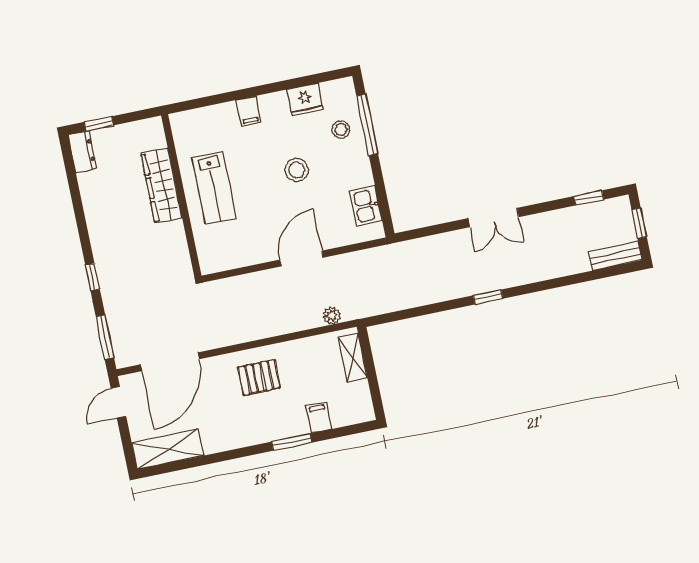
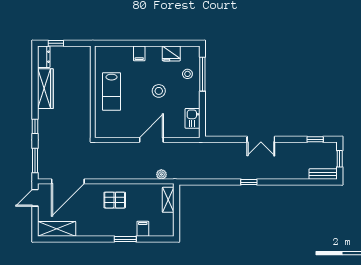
wardrobe: (161, 186) -> (45, 89), moved, turned 180

